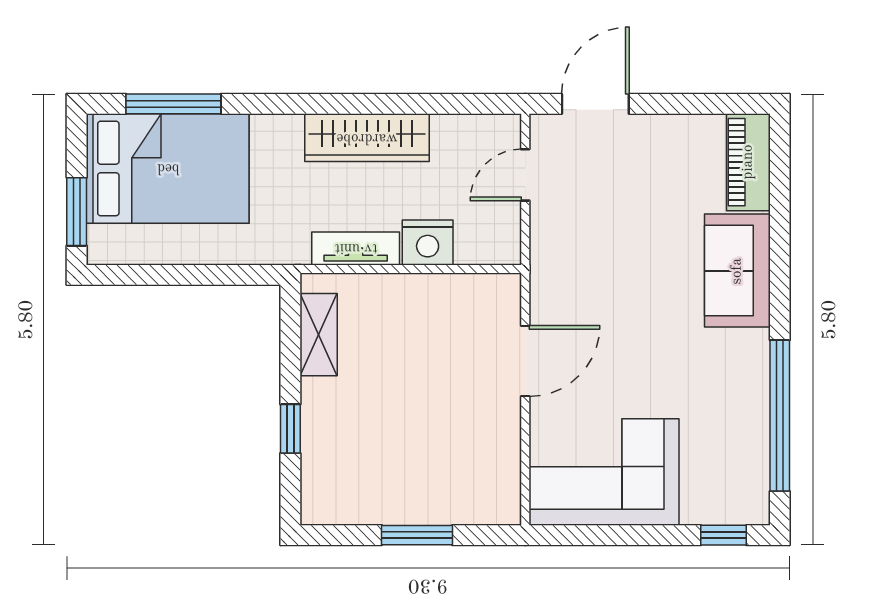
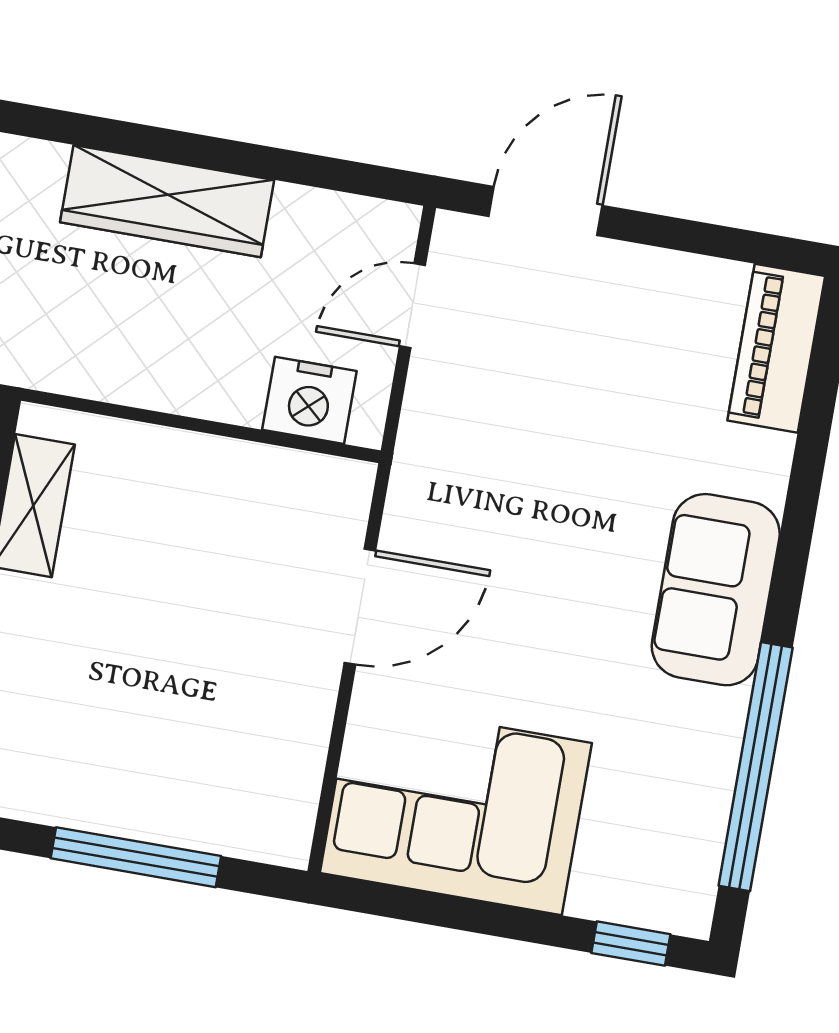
nightstand: (428, 242) -> (309, 400), moved
tv unit: (356, 248) -> (118, 377), removed
sofa: (737, 271) -> (716, 590), moved
window: (417, 535) -> (136, 857), width x1.44

